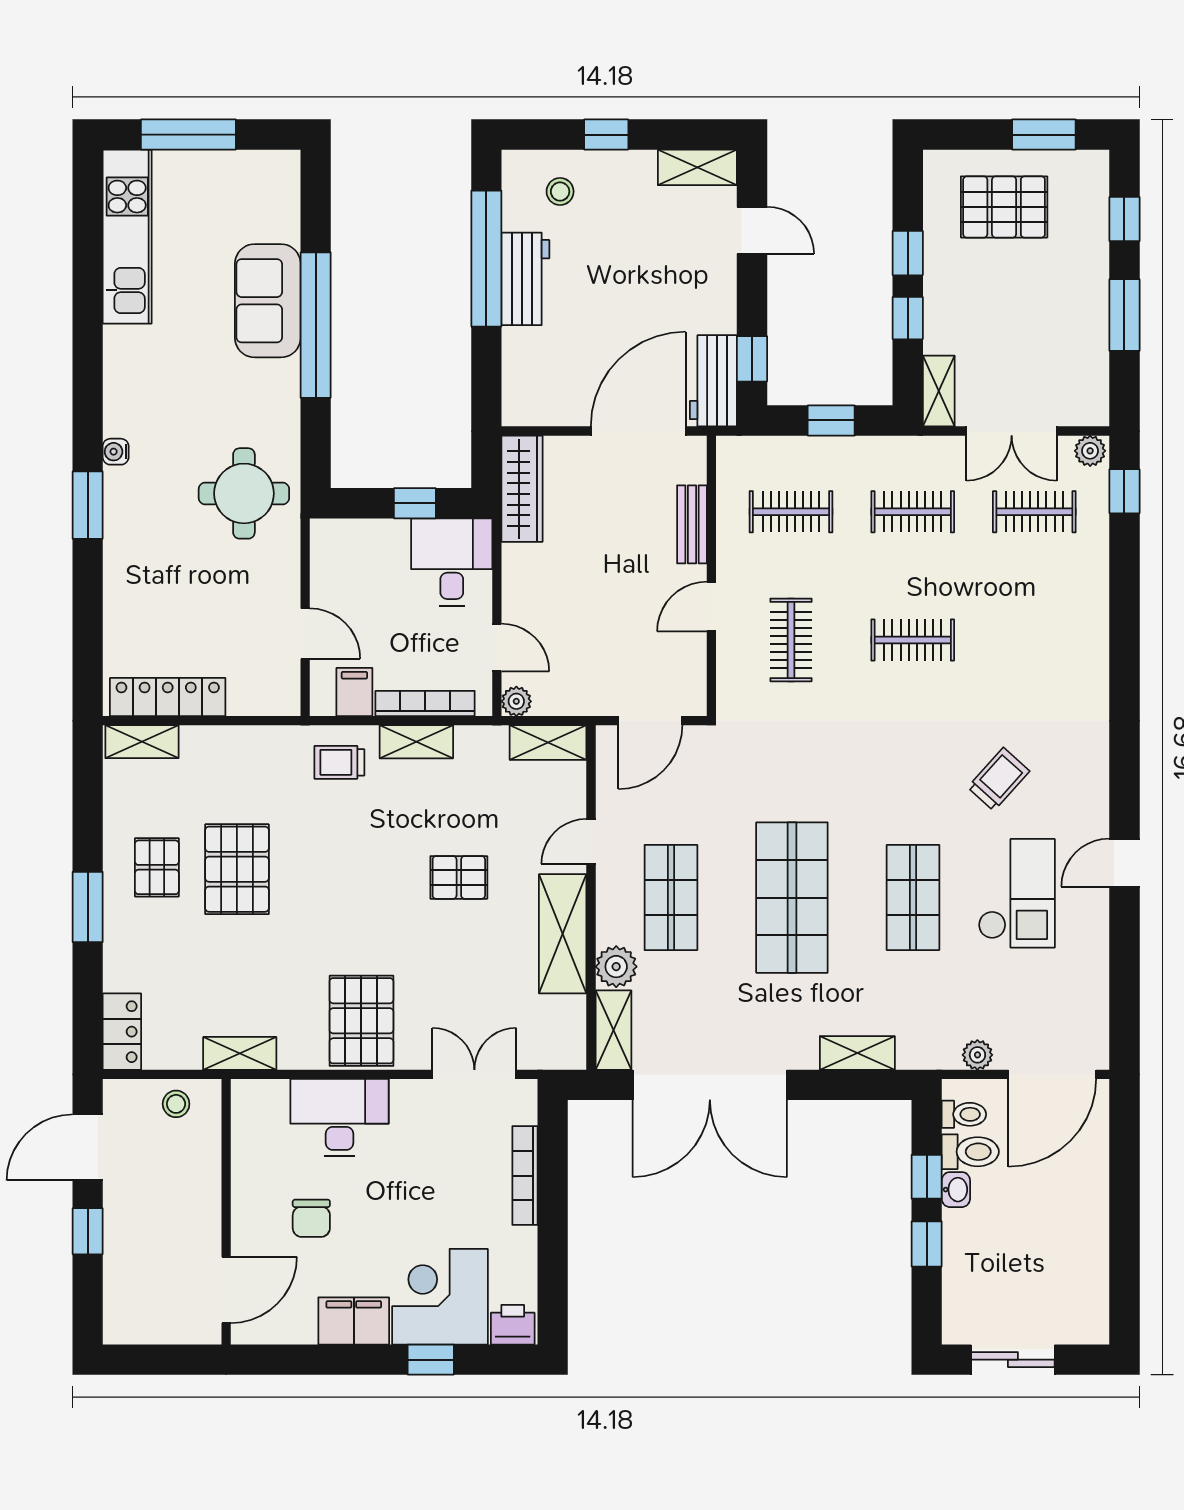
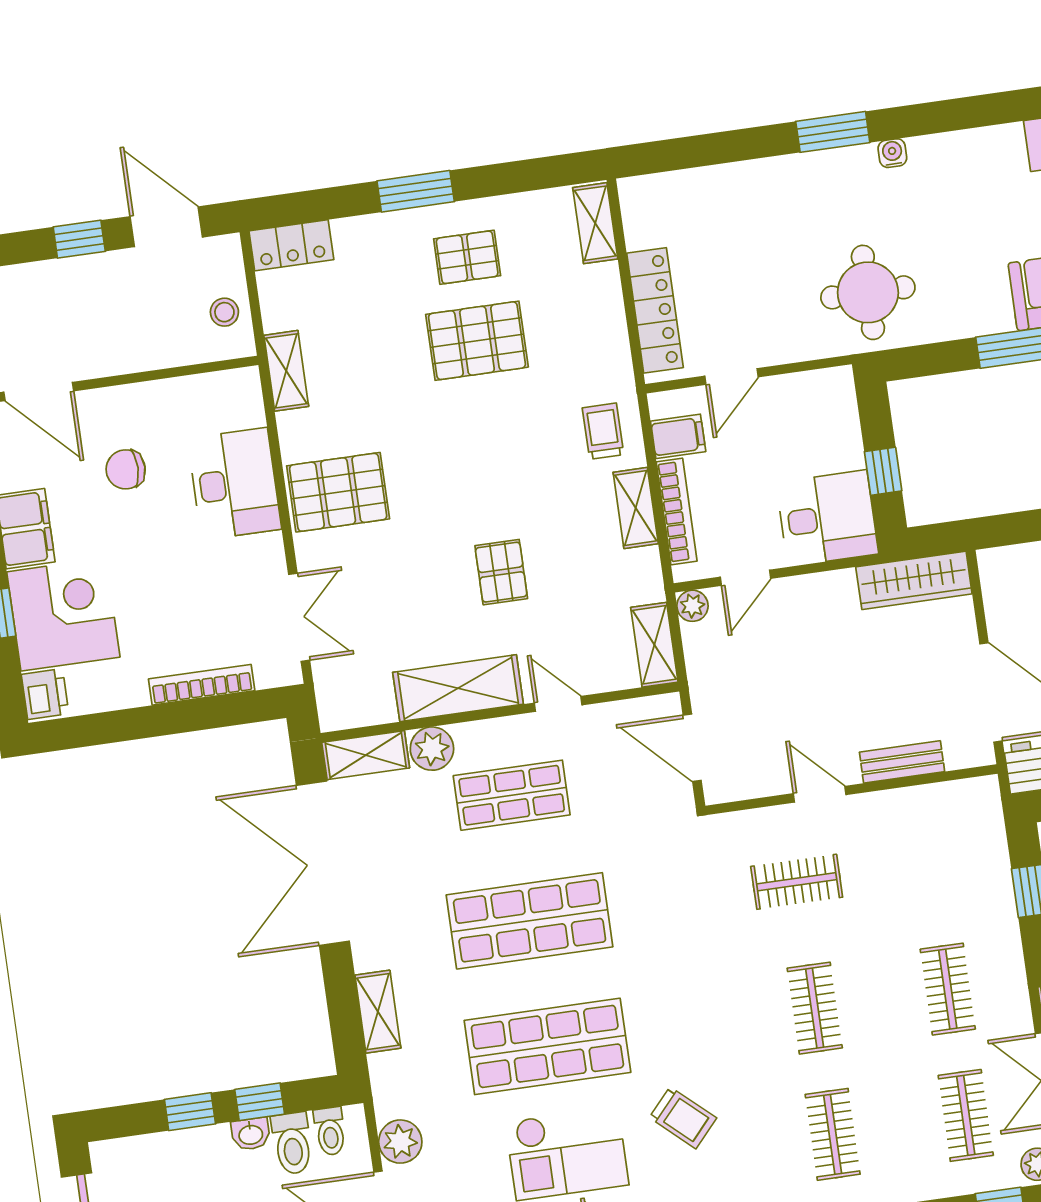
clothes rail: (791, 512) -> (833, 1134), moved
locker: (168, 697) -> (655, 310), moved
shop shelf: (913, 898) -> (547, 1046), width x1.43, depth x1.36
plant: (977, 1055) -> (400, 1142), width x1.38, depth x1.38

